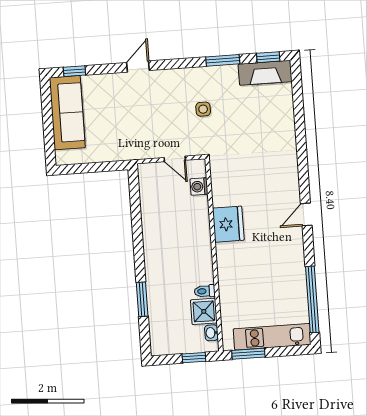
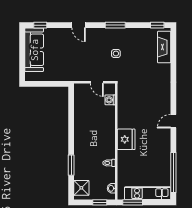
window: (223, 60) -> (115, 25), moved
door: (138, 67) -> (79, 25), swing flipped
fireplace: (265, 73) -> (164, 47), moved, turned 90
fridge: (228, 224) -> (126, 139), moved
shower: (204, 311) -> (81, 188), moved

